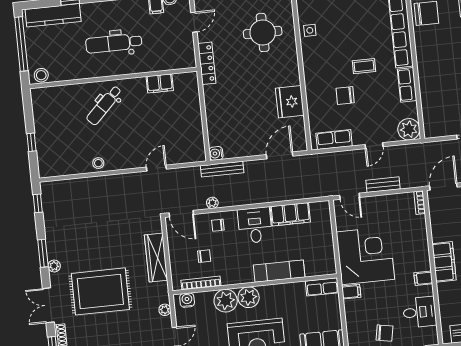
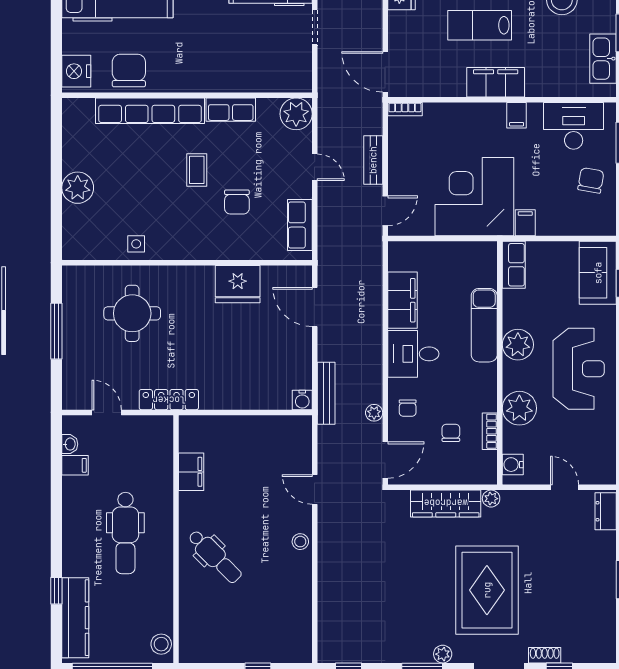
stool: (98, 163) -> (300, 542), moved
bookcase: (201, 283) -> (490, 431), width x0.64
plant: (249, 297) -> (518, 345), moved
plant: (165, 310) -> (491, 499), moved
desk: (420, 312) -> (574, 126), width x1.37

